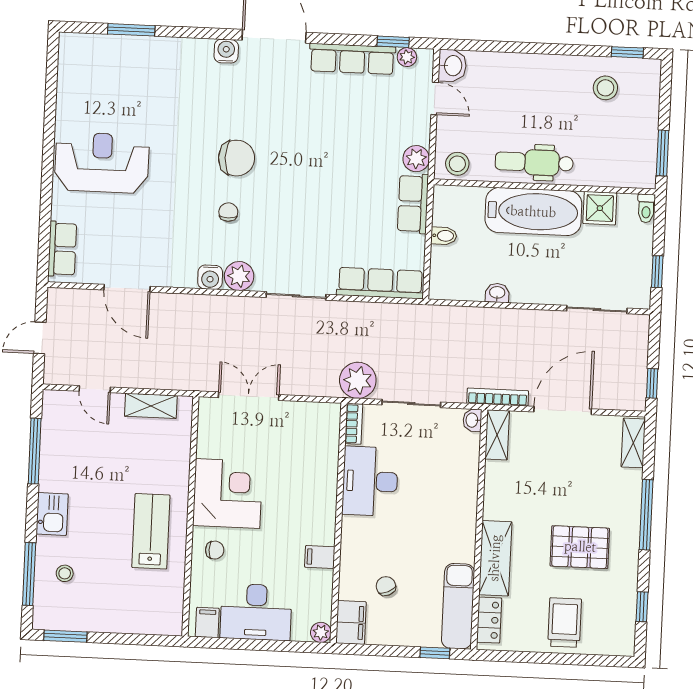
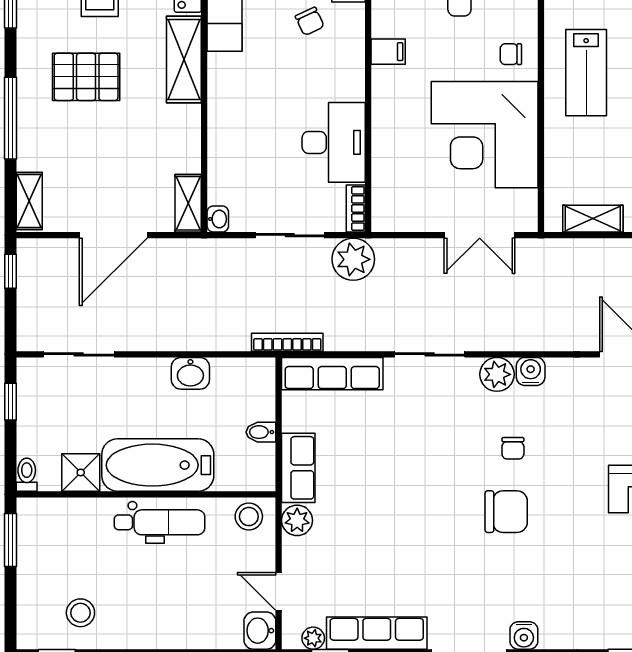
chair: (236, 158) -> (506, 512), turned 180
washbasin: (497, 293) -> (190, 373), width x1.38, depth x1.45
bookcase: (498, 397) -> (287, 342), moved, turned 180
corner desk: (228, 494) -> (485, 135), width x1.36, depth x1.36

